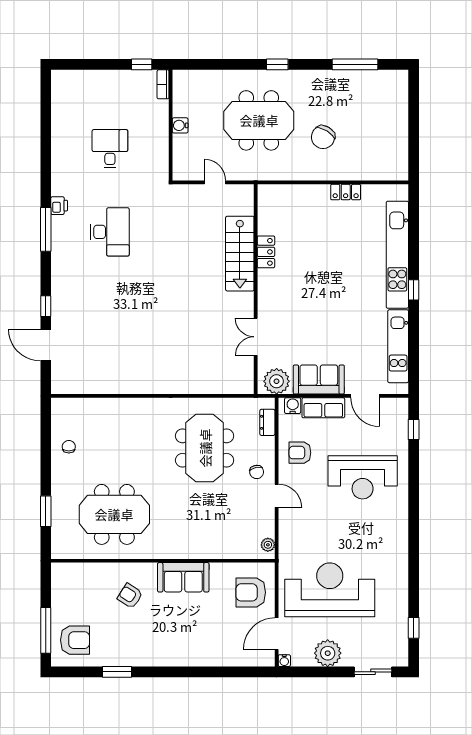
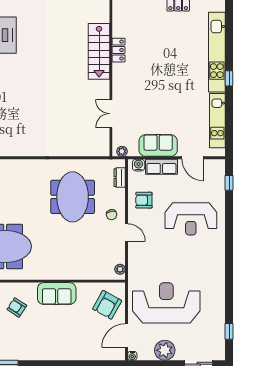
plant: (277, 381) -> (122, 151), width x0.53, depth x0.53
armchair: (251, 592) -> (107, 305), turned -61

